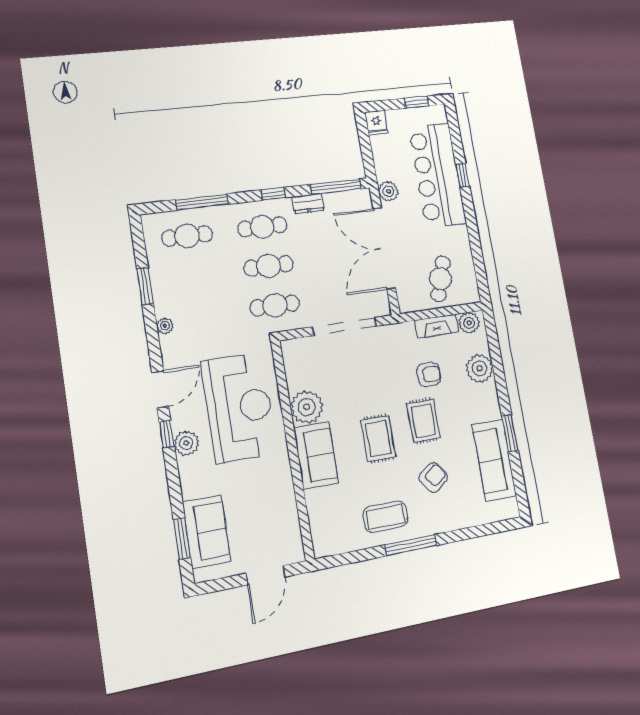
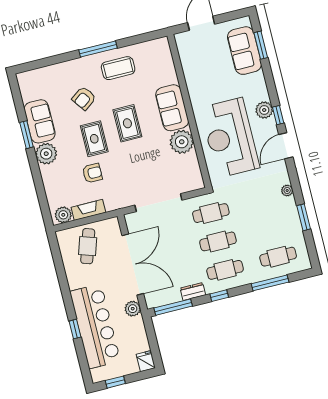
plant: (480, 368) -> (46, 154), moved
armchair: (429, 375) -> (92, 173), turned 180
sofa: (494, 460) -> (40, 121), width x0.73

